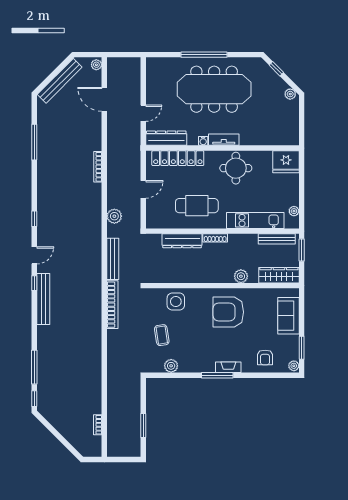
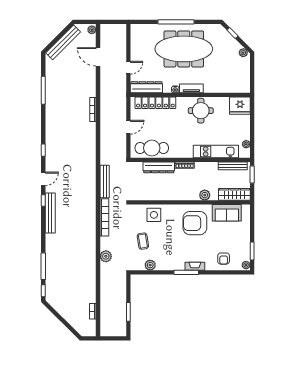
cafe table: (197, 206) -> (152, 148), moved
plant: (114, 216) -> (106, 256), moved
sofa: (288, 316) -> (227, 213), moved, turned -90

